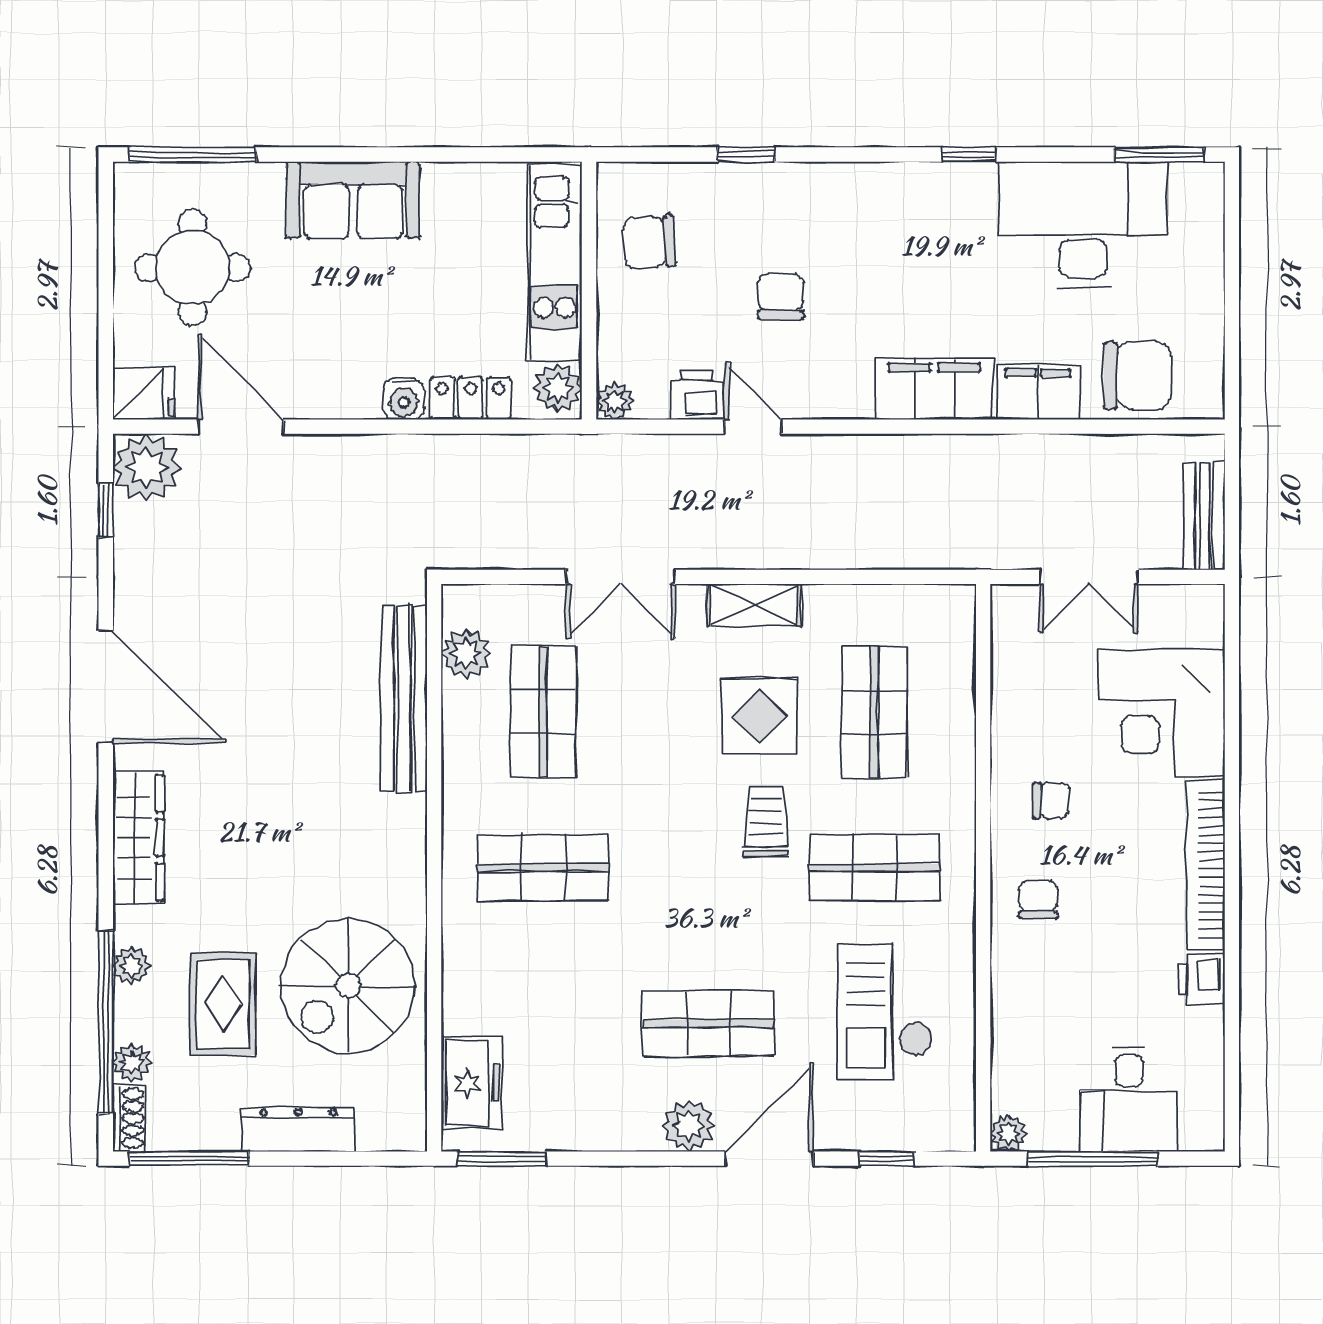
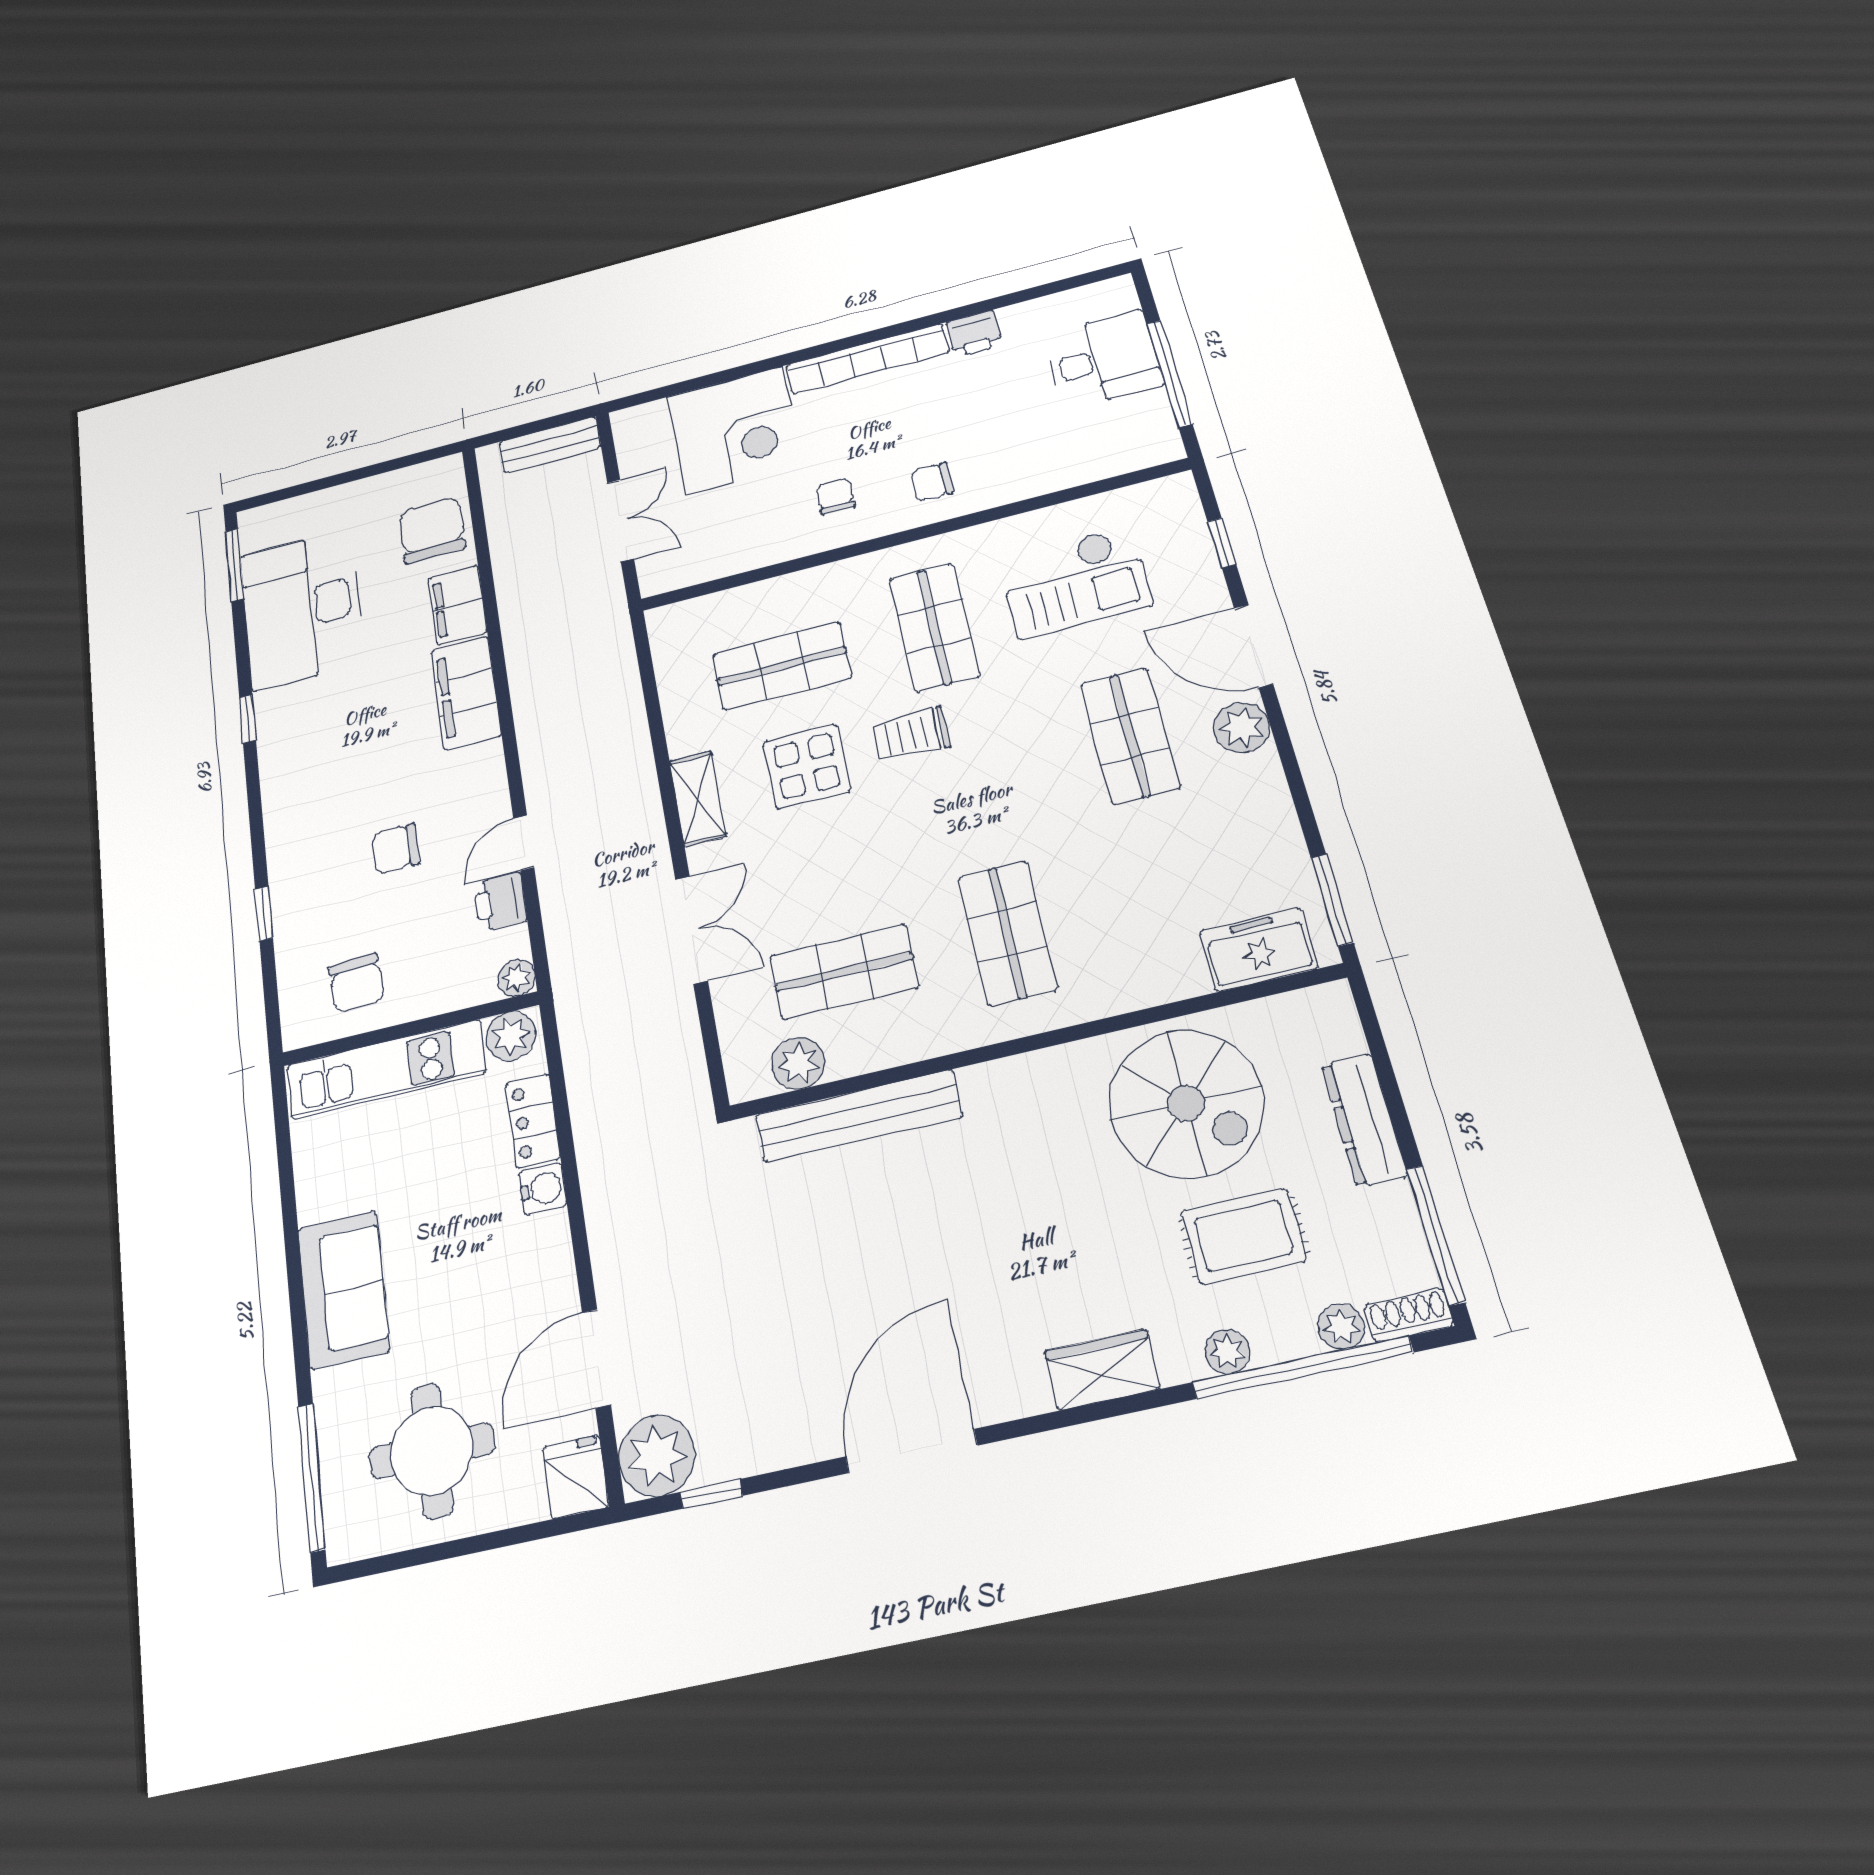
wardrobe: (138, 838) -> (1102, 1370), width x0.67
plant: (1009, 1133) -> (1165, 447), removed

